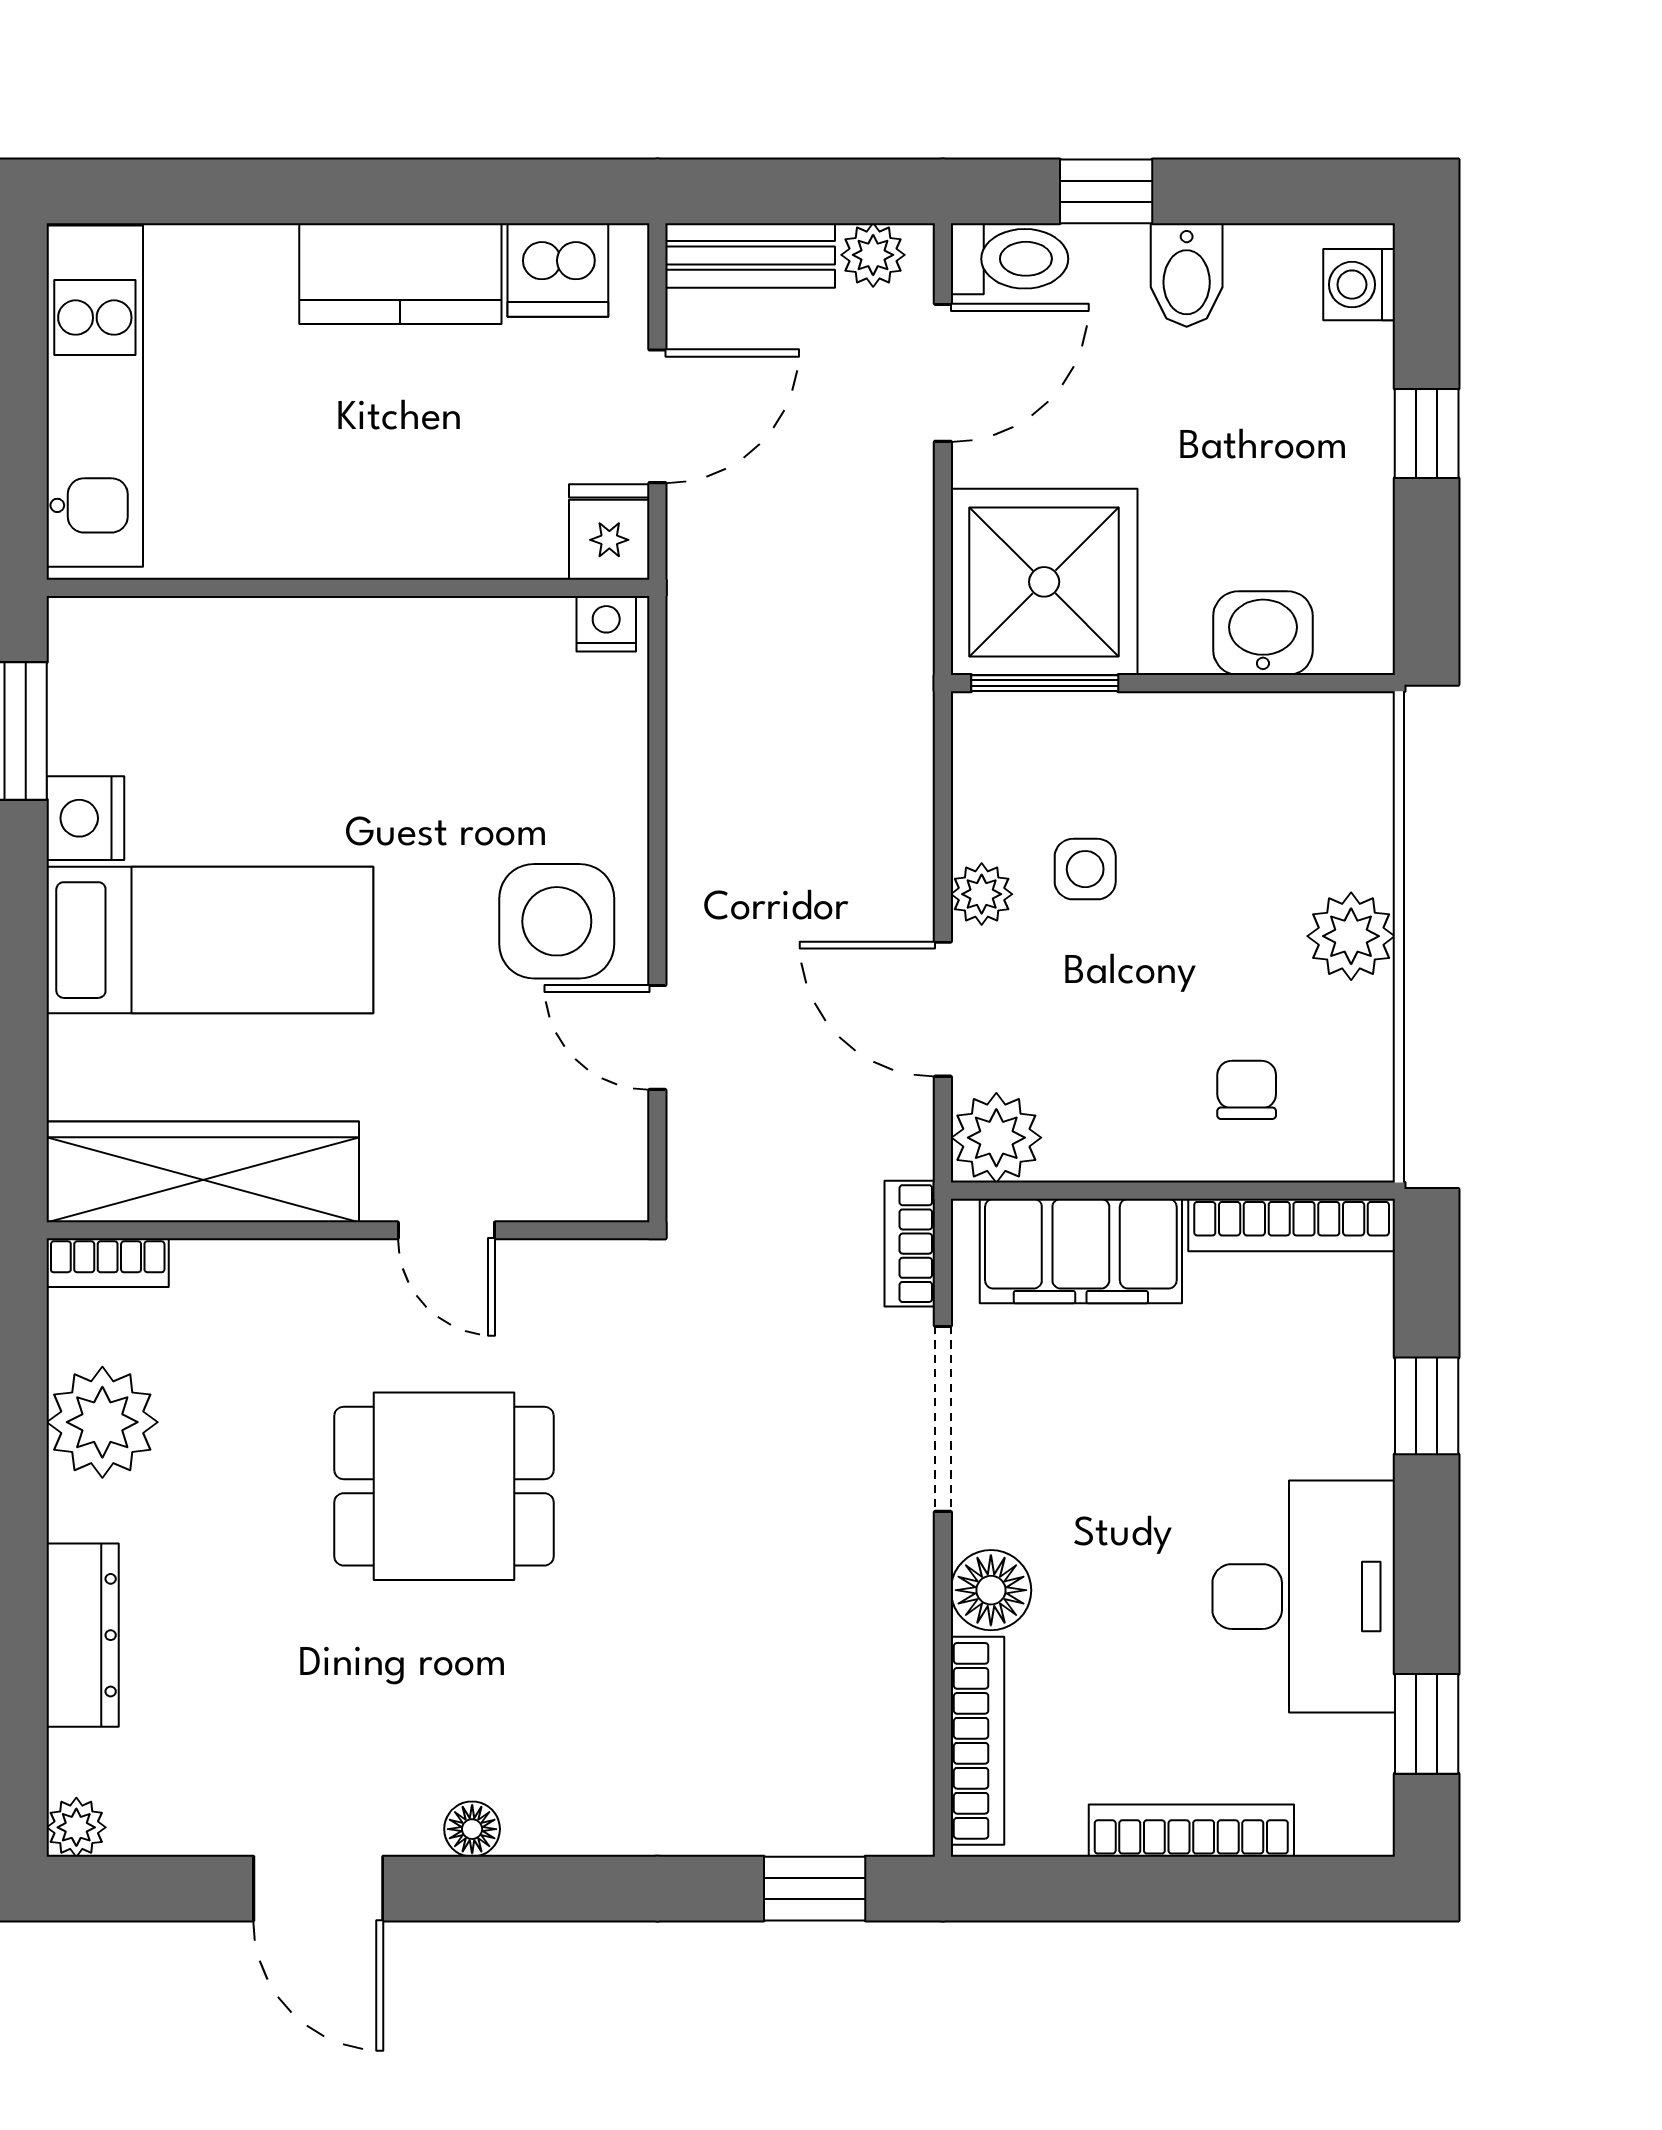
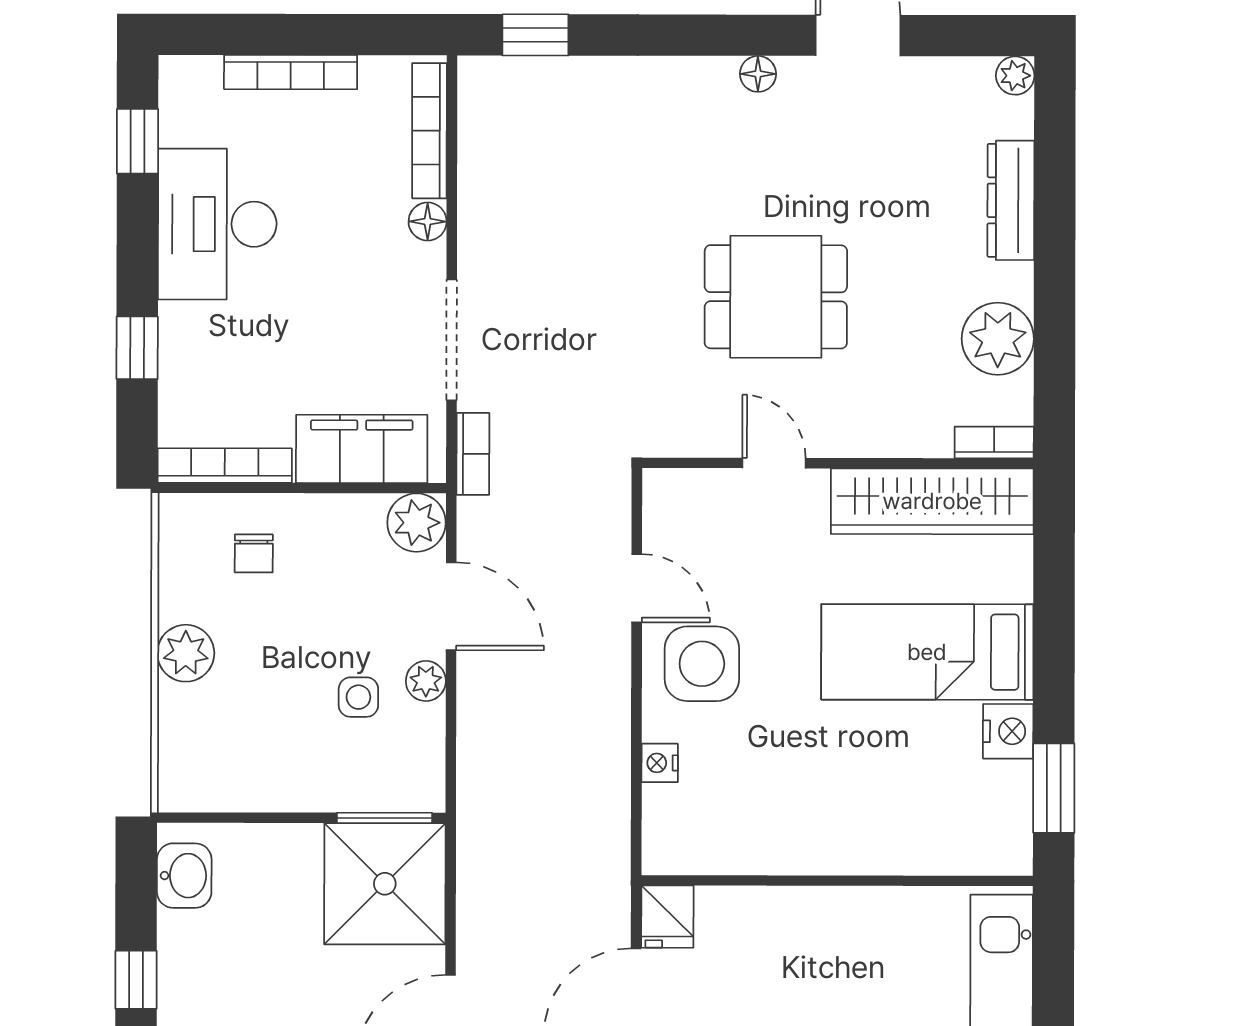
nightstand: (606, 624) -> (660, 763), moved, turned 90
washbasin: (1263, 633) -> (184, 876), moved, turned -90
floor lamp: (991, 1590) -> (428, 222), width x0.73, depth x0.73

